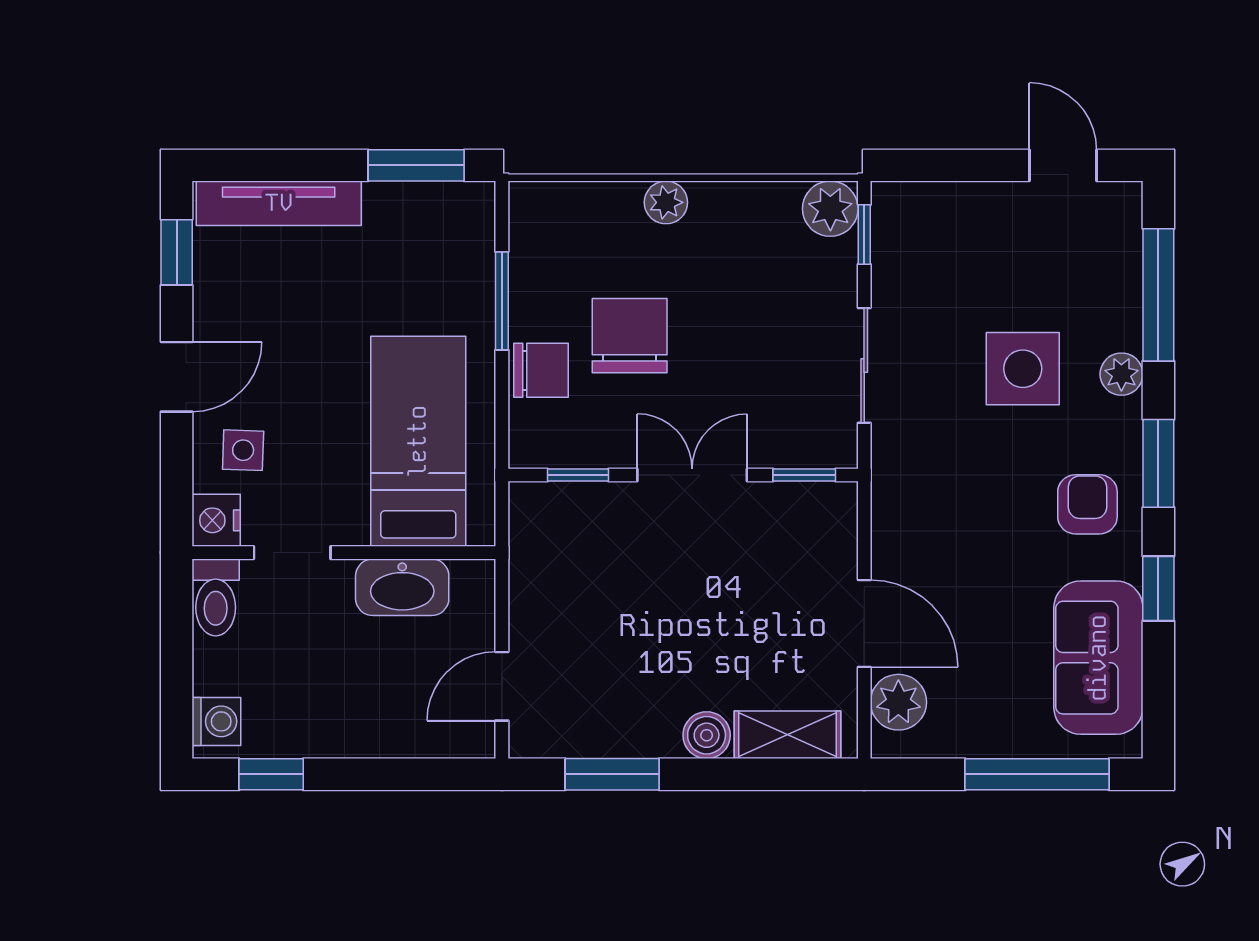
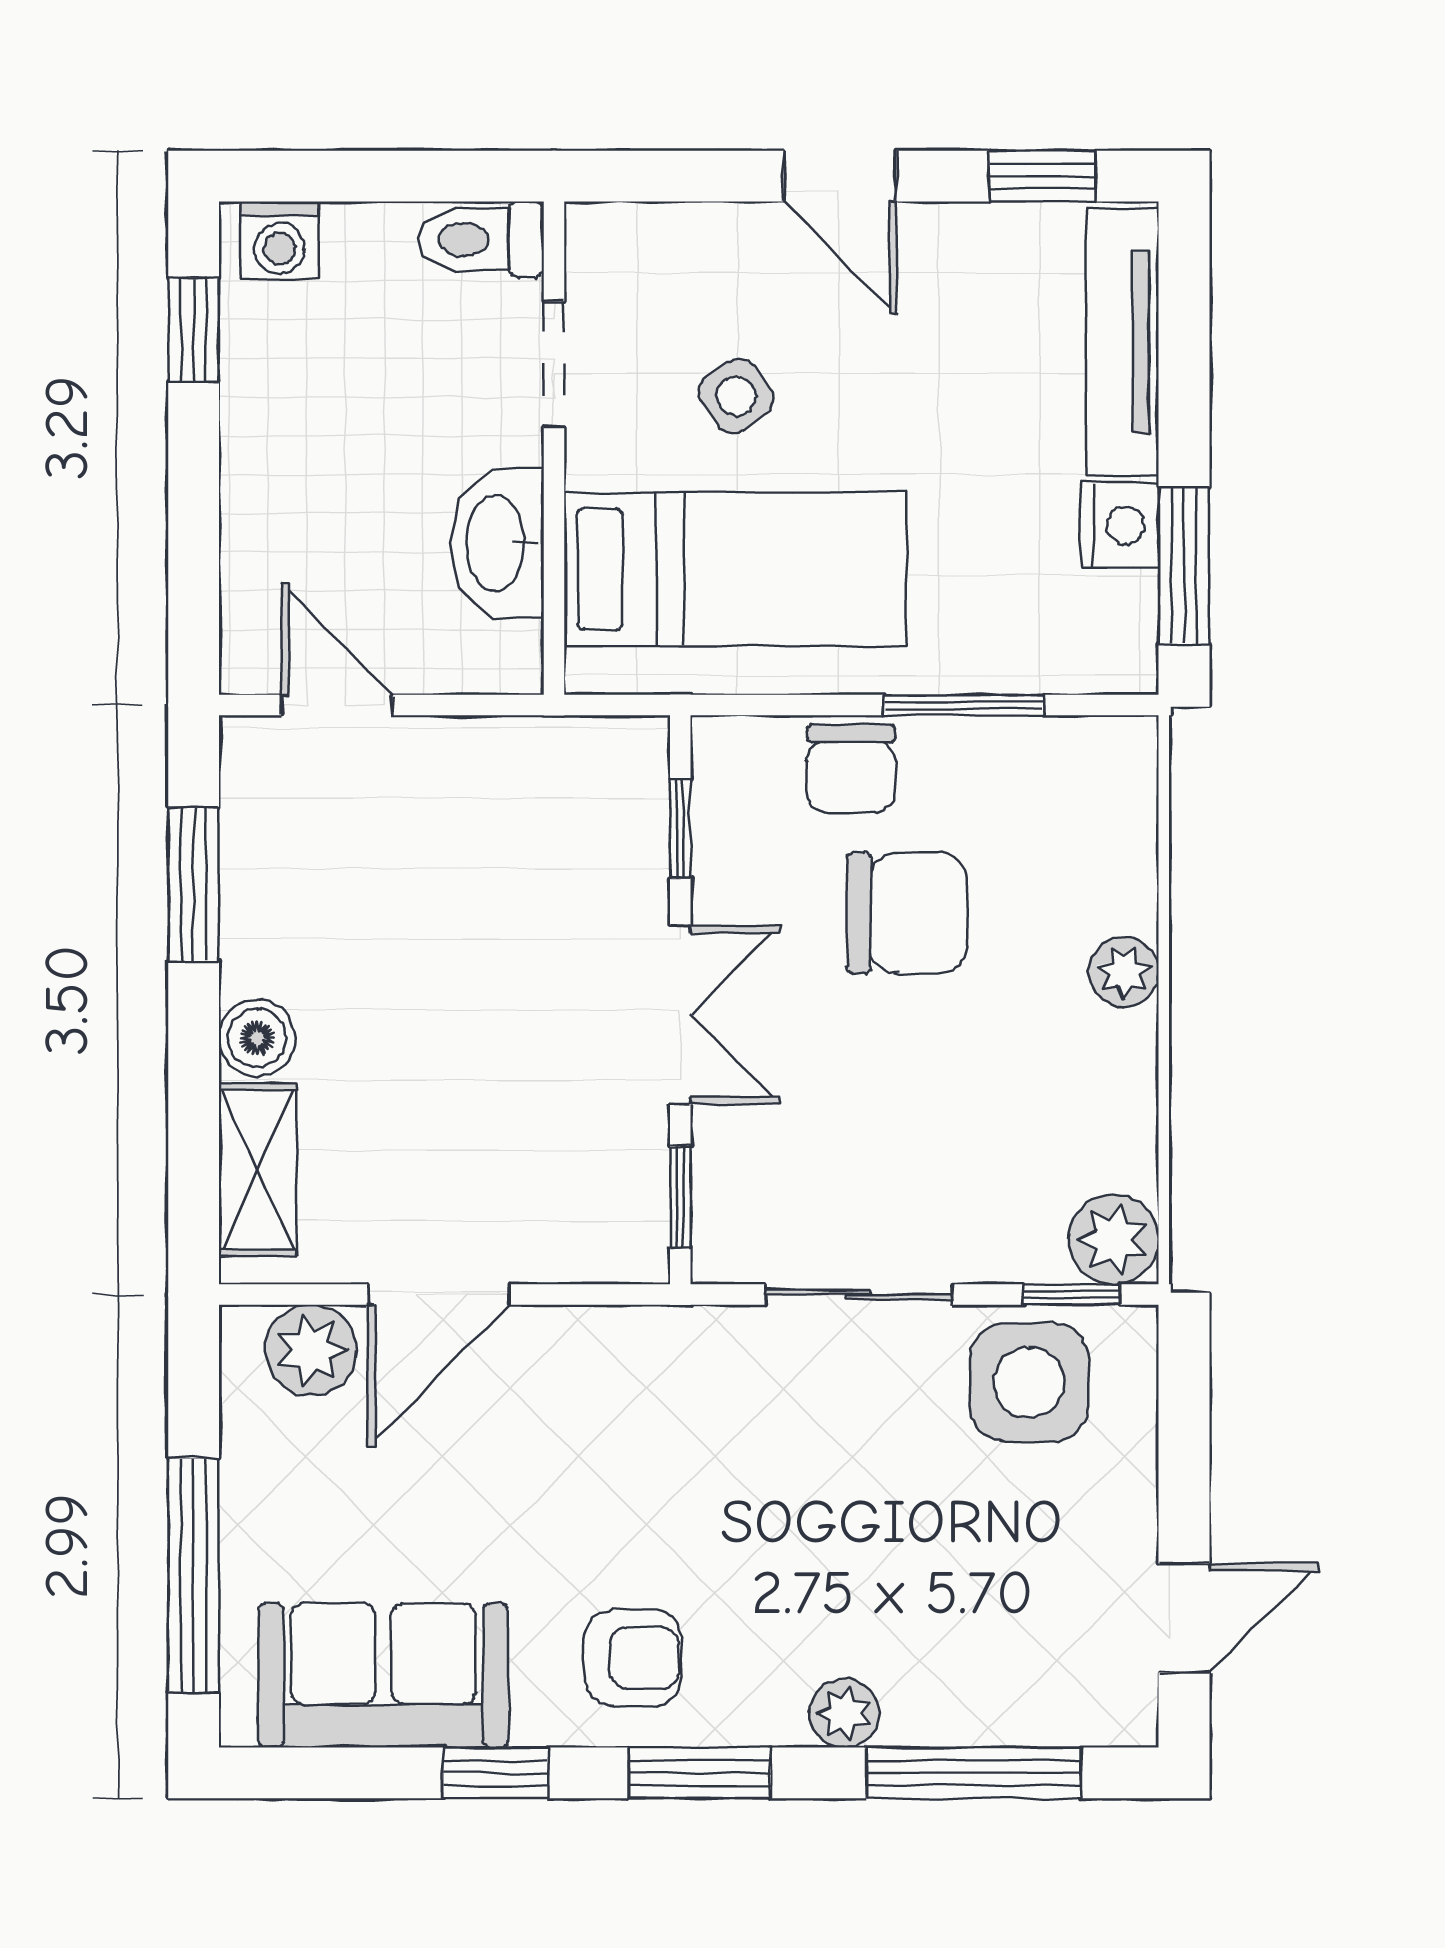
side table: (1023, 369) -> (1029, 1382), moved
side table: (243, 450) -> (736, 396), moved, turned -38
nightstand: (216, 520) -> (1120, 525), moved, turned 90

